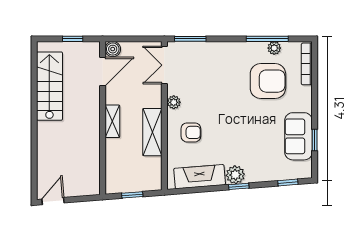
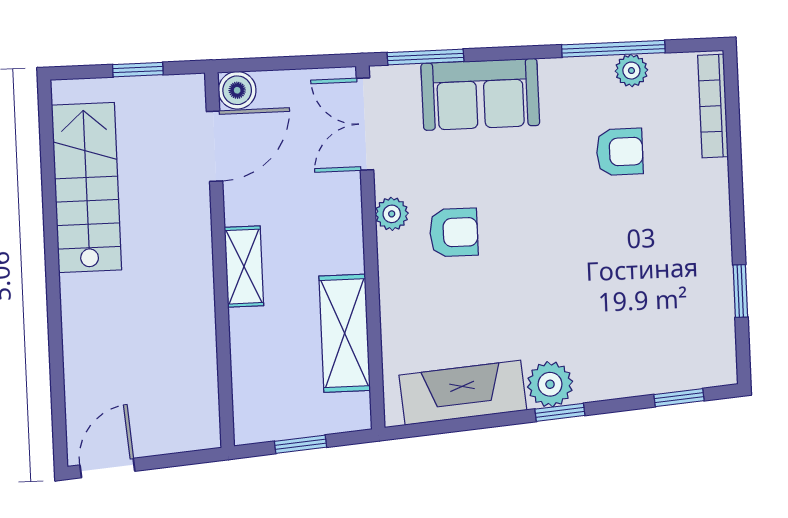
armchair: (268, 81) -> (620, 152), width x0.53, depth x0.53
shelving: (152, 132) -> (345, 333), moved
armchair: (191, 132) -> (454, 232), moved
sofa: (299, 136) -> (480, 94), moved, turned -90

